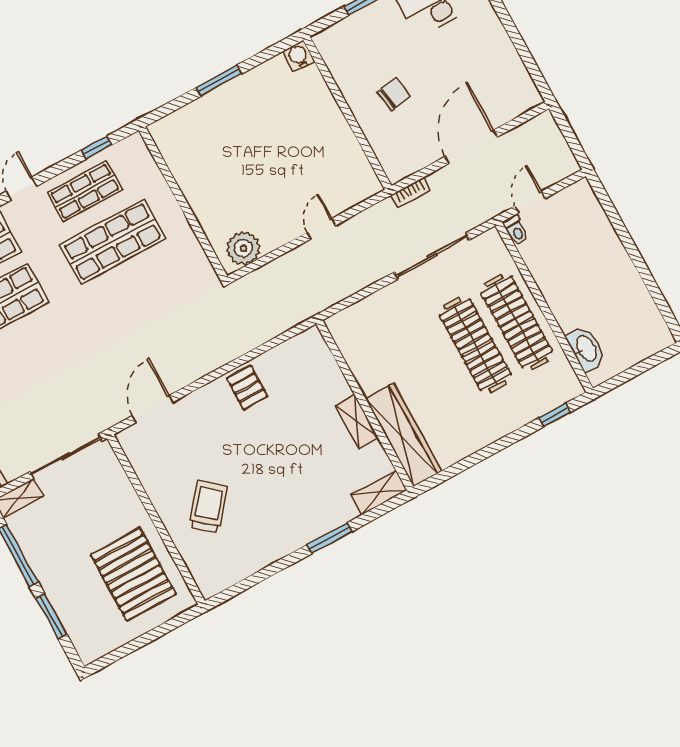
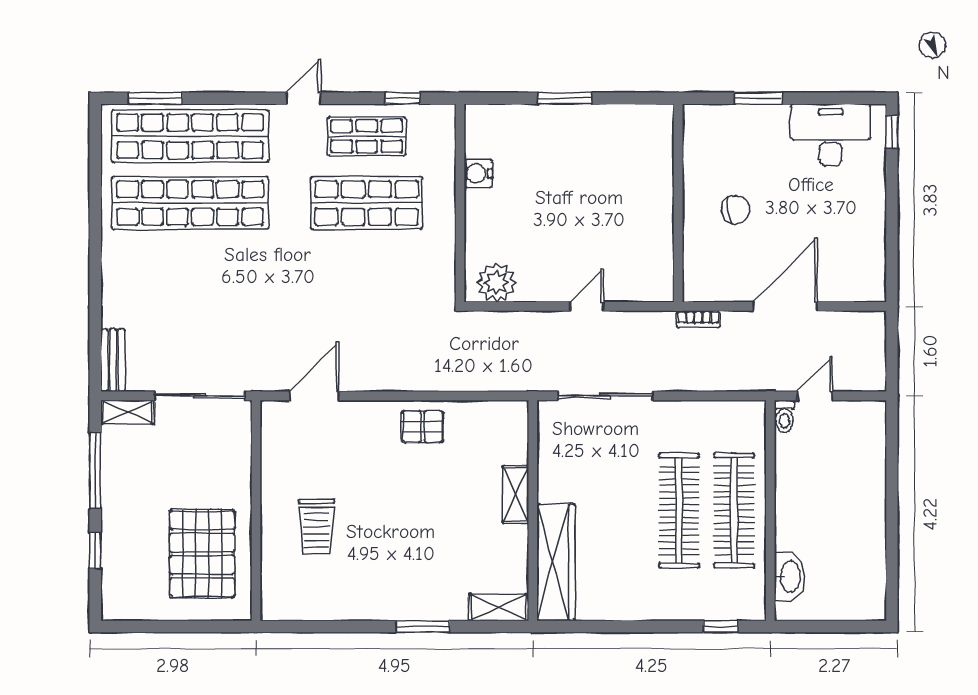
water cooler: (298, 56) -> (478, 174), moved, turned -90
sliding door: (432, 256) -> (605, 396), moved
pallet: (247, 387) -> (423, 427), turned 90
shelving: (357, 421) -> (516, 495), moved
trolley: (208, 507) -> (316, 527), turned 141
window: (51, 616) -> (95, 550), width x0.67

